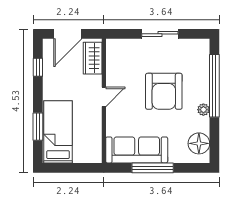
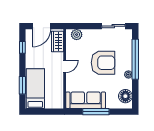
sliding door: (160, 34) -> (113, 26), moved
plant: (123, 47) -> (77, 35), added
armchair: (164, 91) -> (103, 63), turned -90

